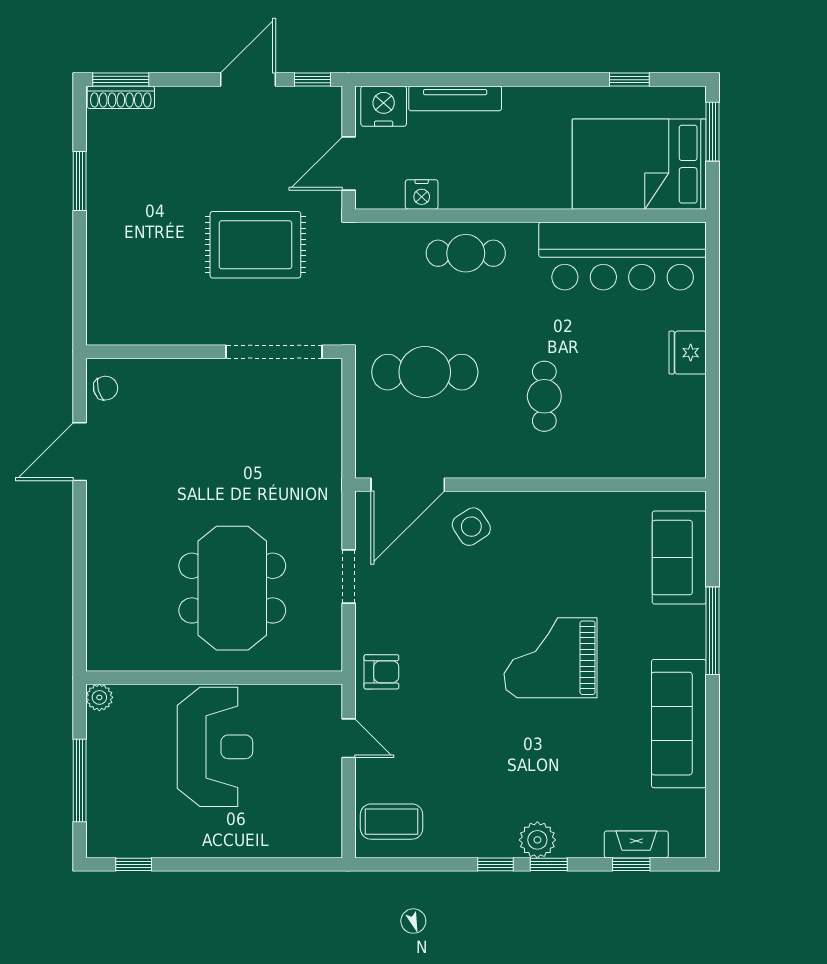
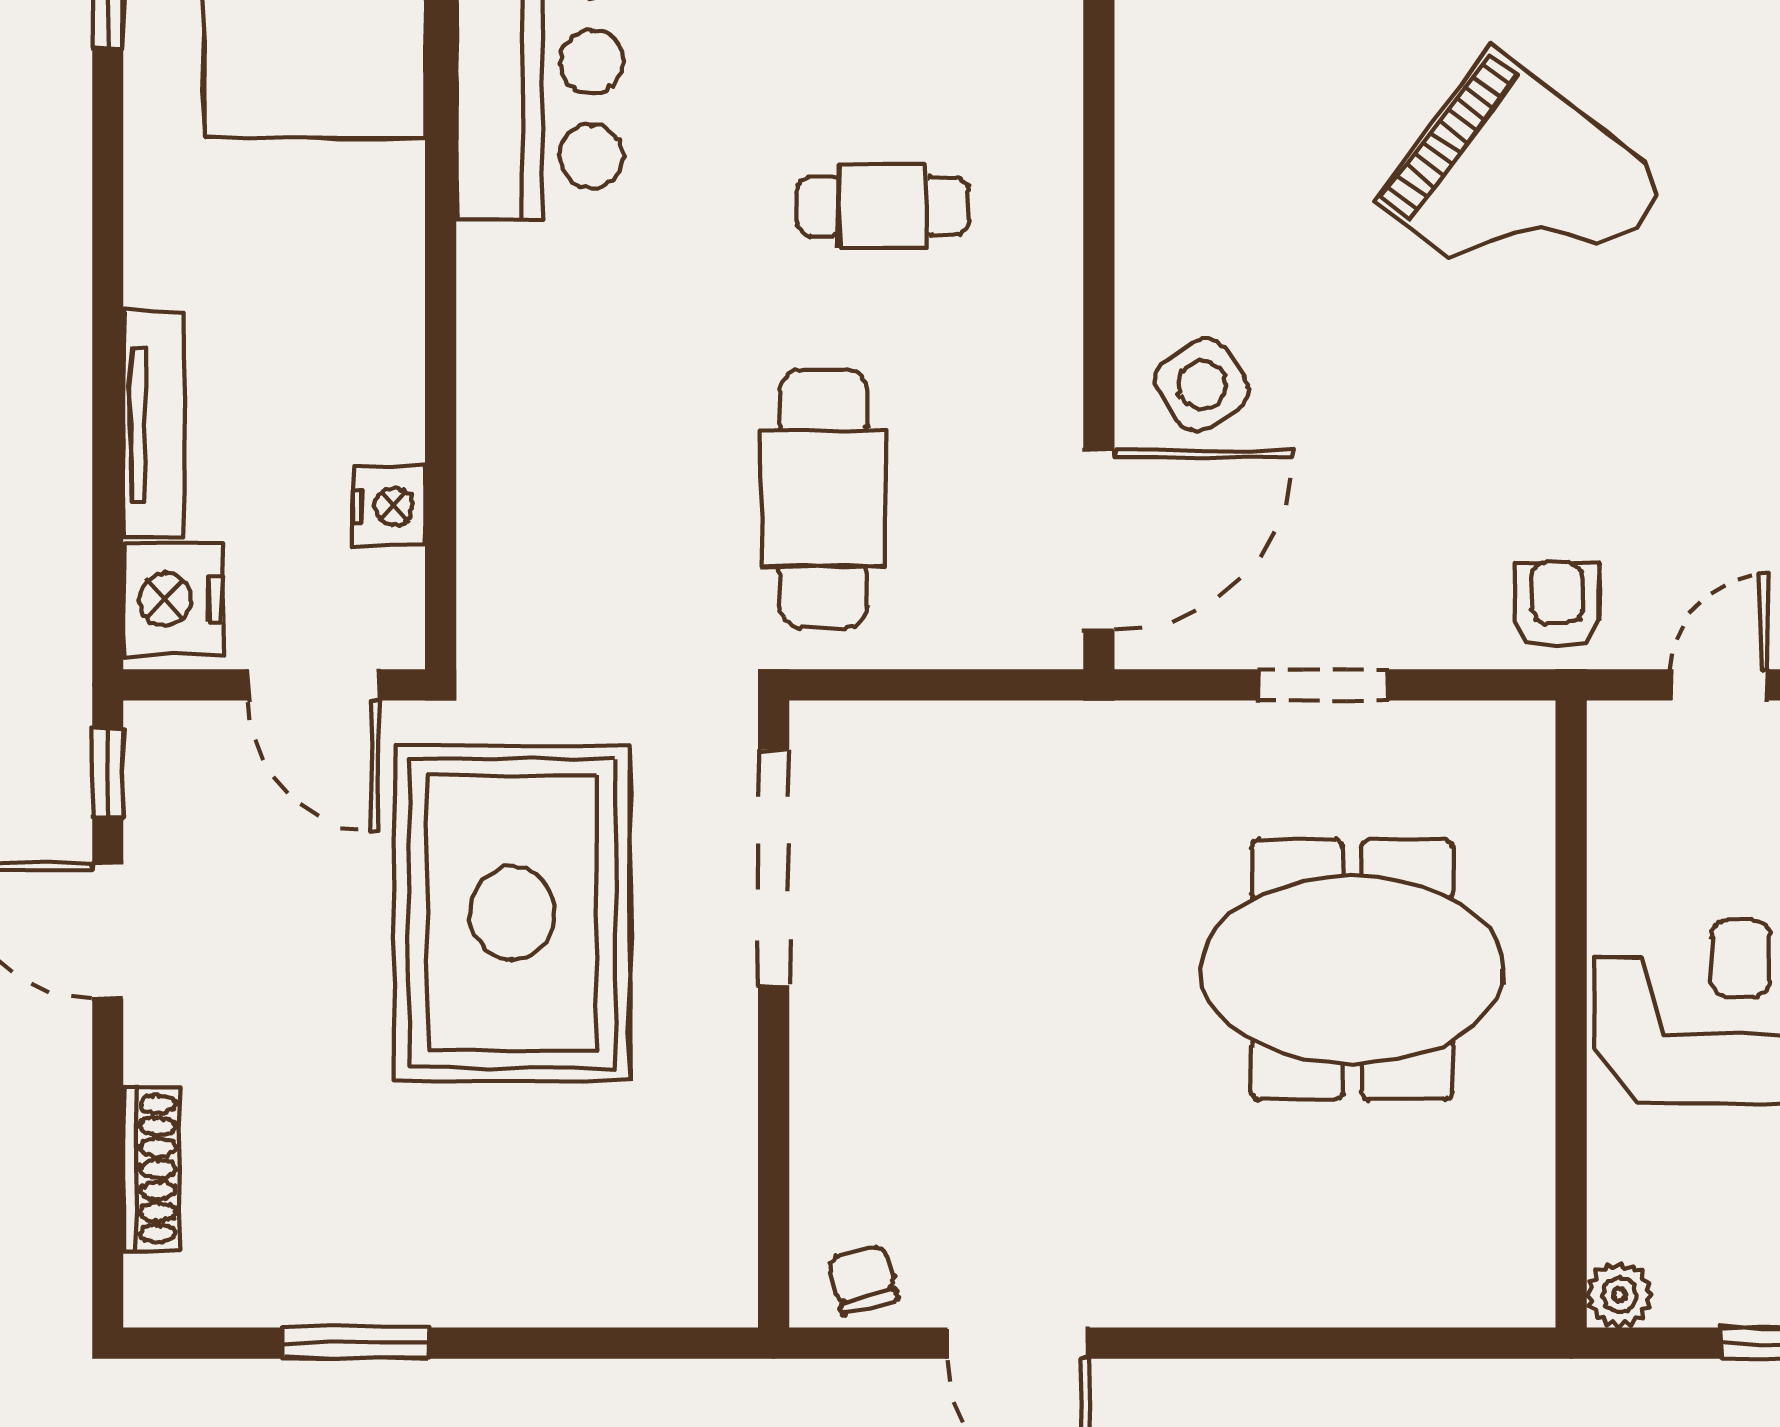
window: (121, 80) -> (108, 1242), removed
shoe rack: (121, 97) -> (151, 1169), moved
rug: (255, 245) -> (512, 913), width x1.37, depth x1.44
cafe table: (466, 253) -> (533, 398), removed
door: (408, 485) -> (1099, 540), hinge flipped
grand piano: (550, 658) -> (1522, 191), turned -53

